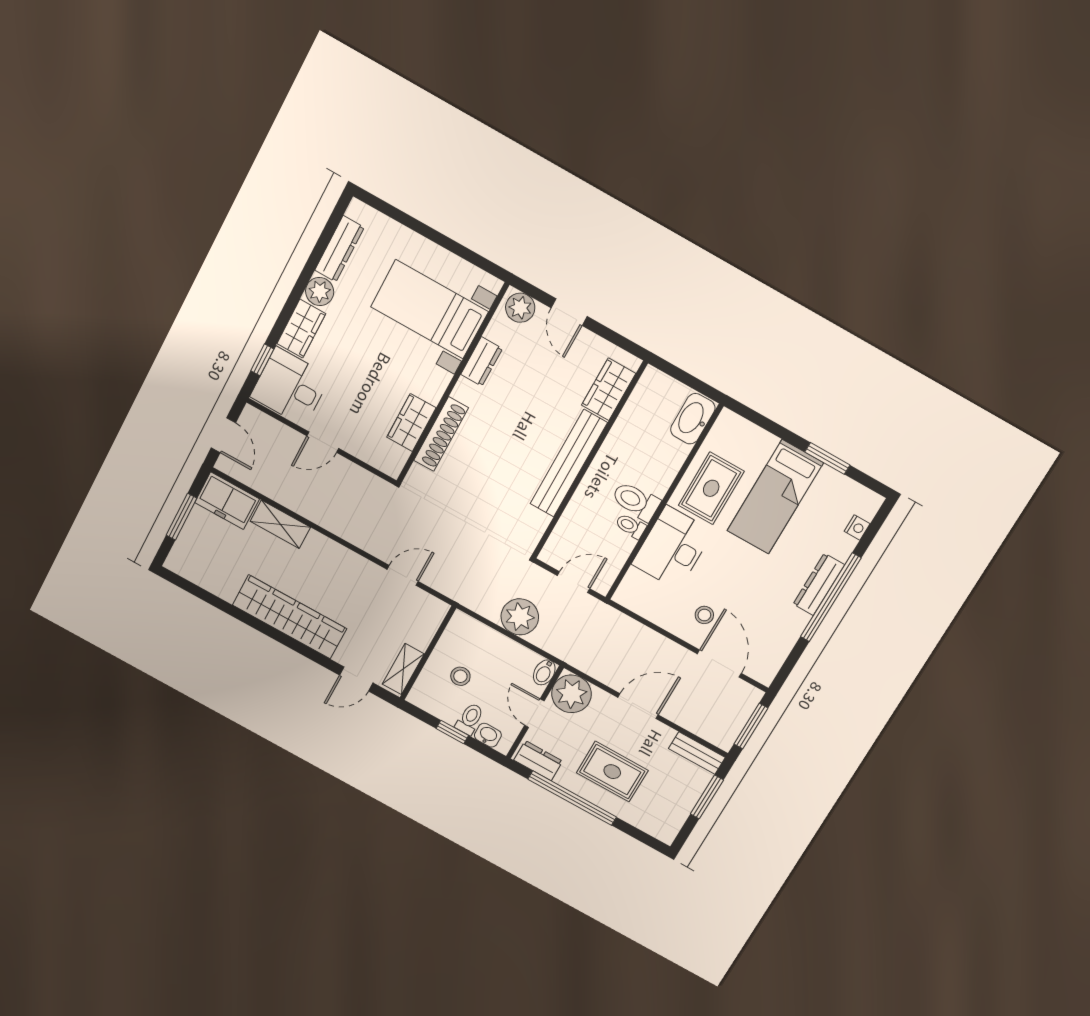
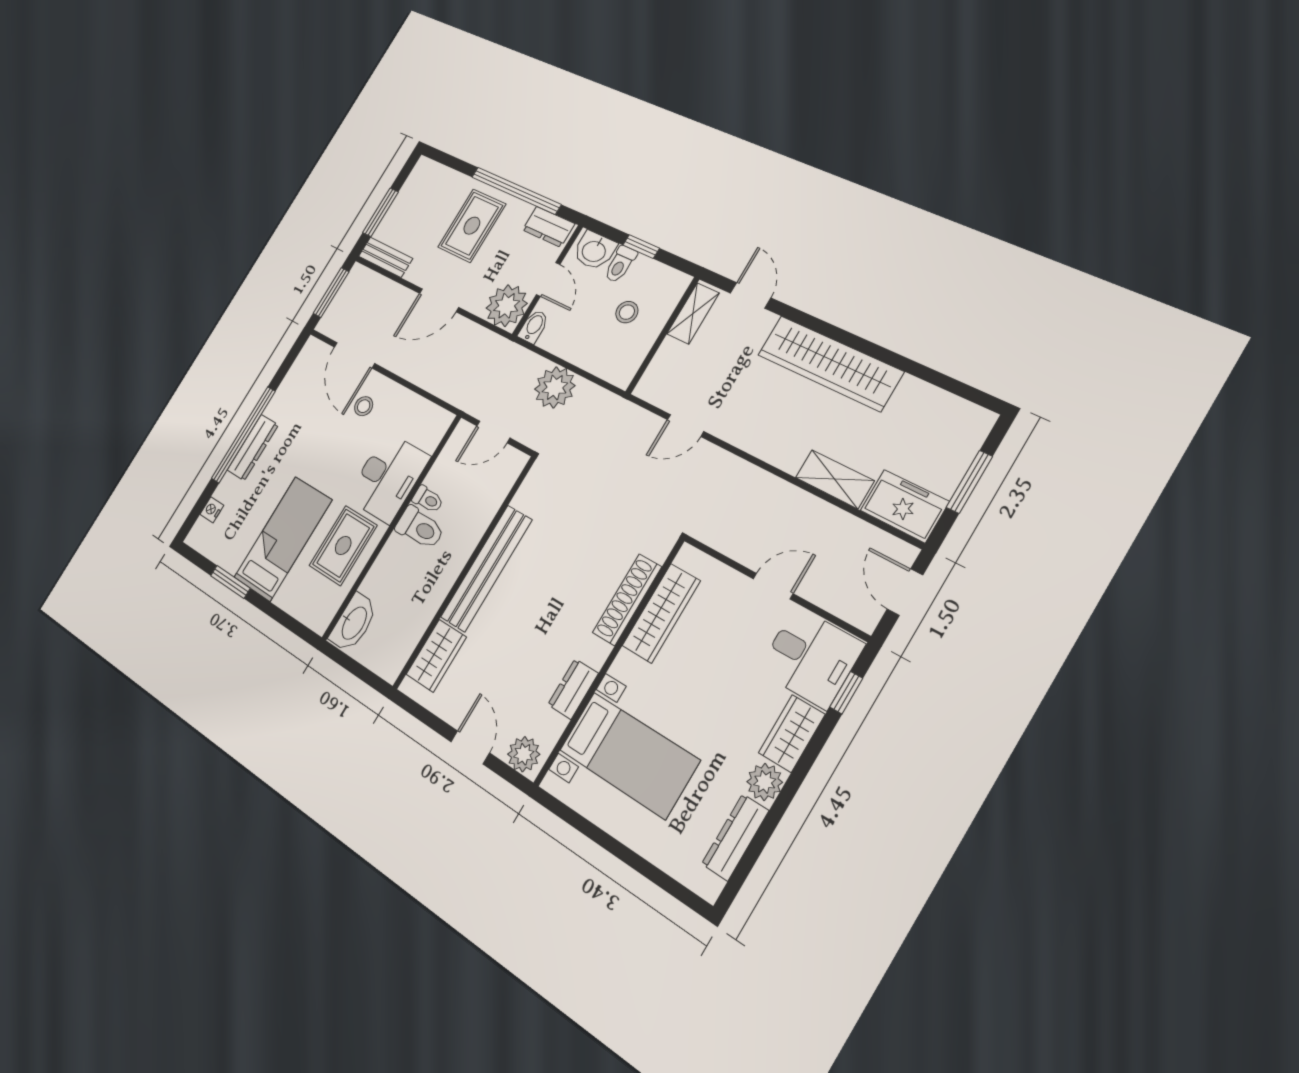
wardrobe: (411, 423) -> (661, 613), width x1.50
door: (356, 679) -> (751, 295), hinge flipped
washbasin: (488, 735) -> (594, 251), width x1.38, depth x1.45
rug: (612, 772) -> (472, 226), turned 90

